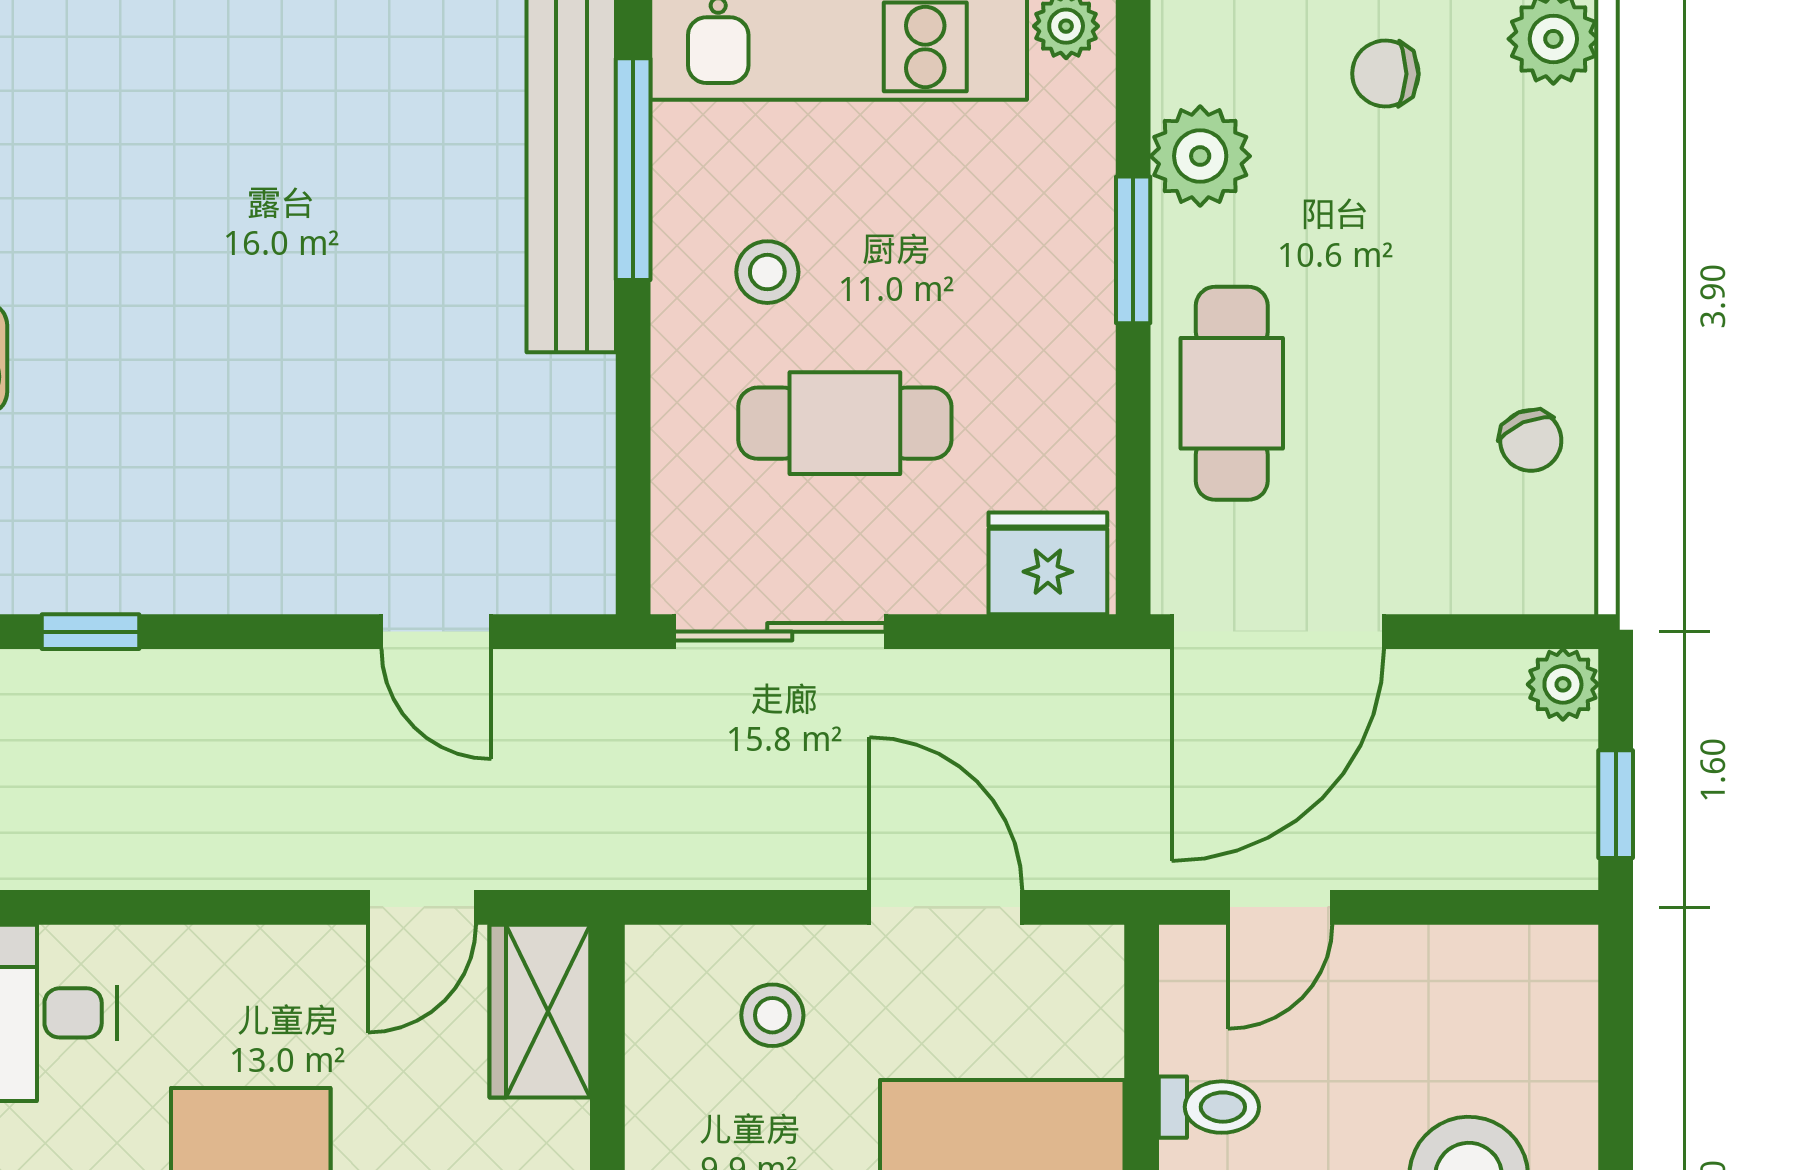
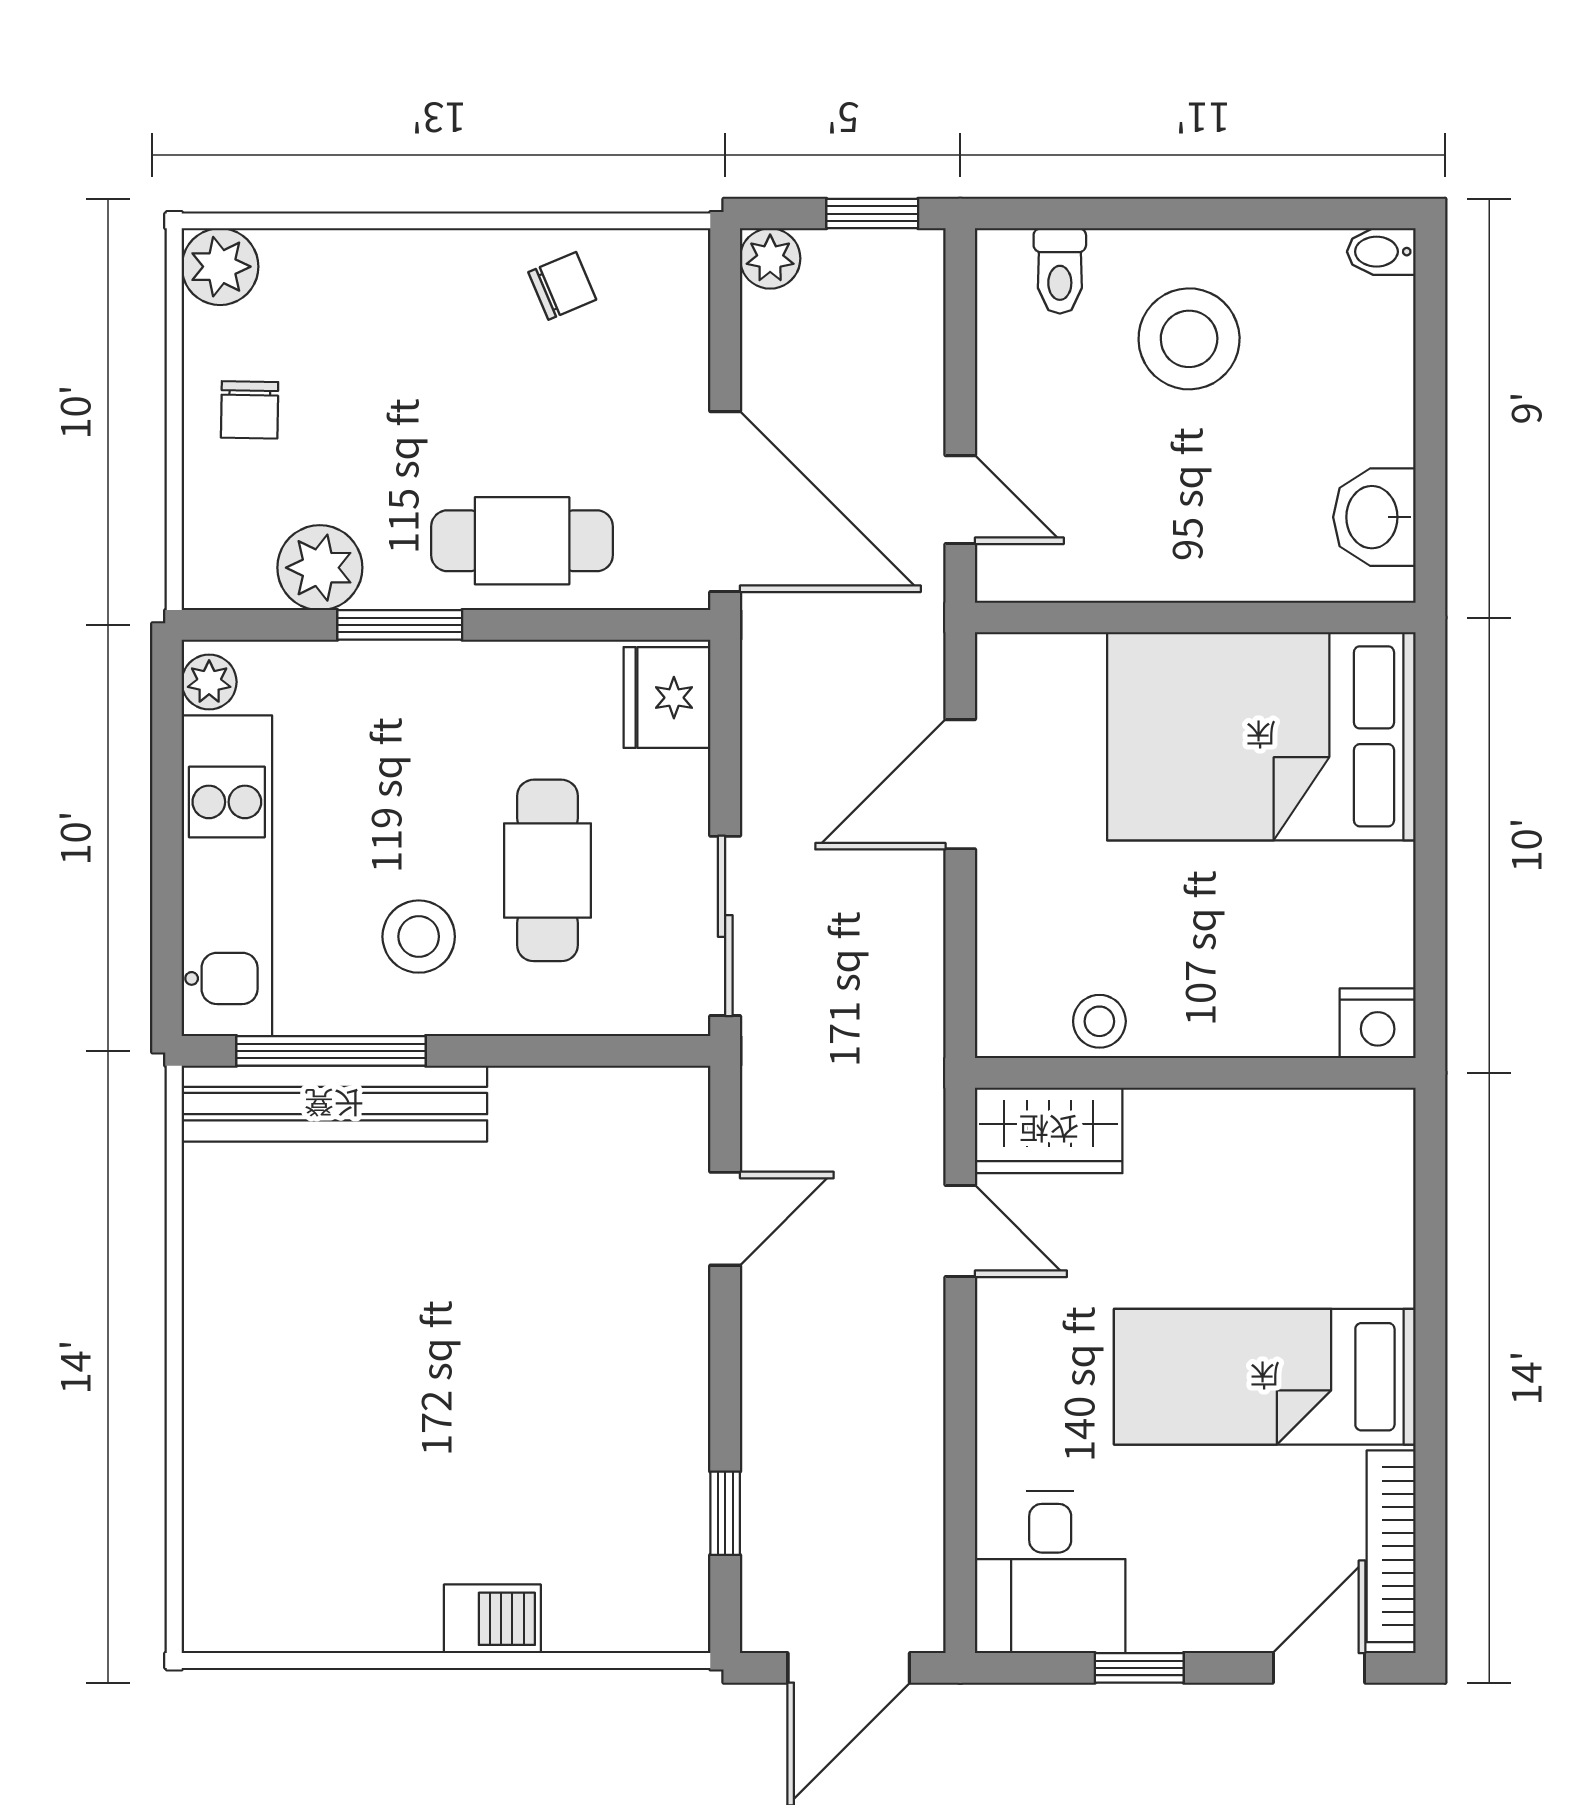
stool: (767, 272) -> (419, 937), width x1.37, depth x1.37
stool: (772, 1015) -> (1099, 1021), moved
toilet: (1209, 1107) -> (1060, 271), moved, turned 180

